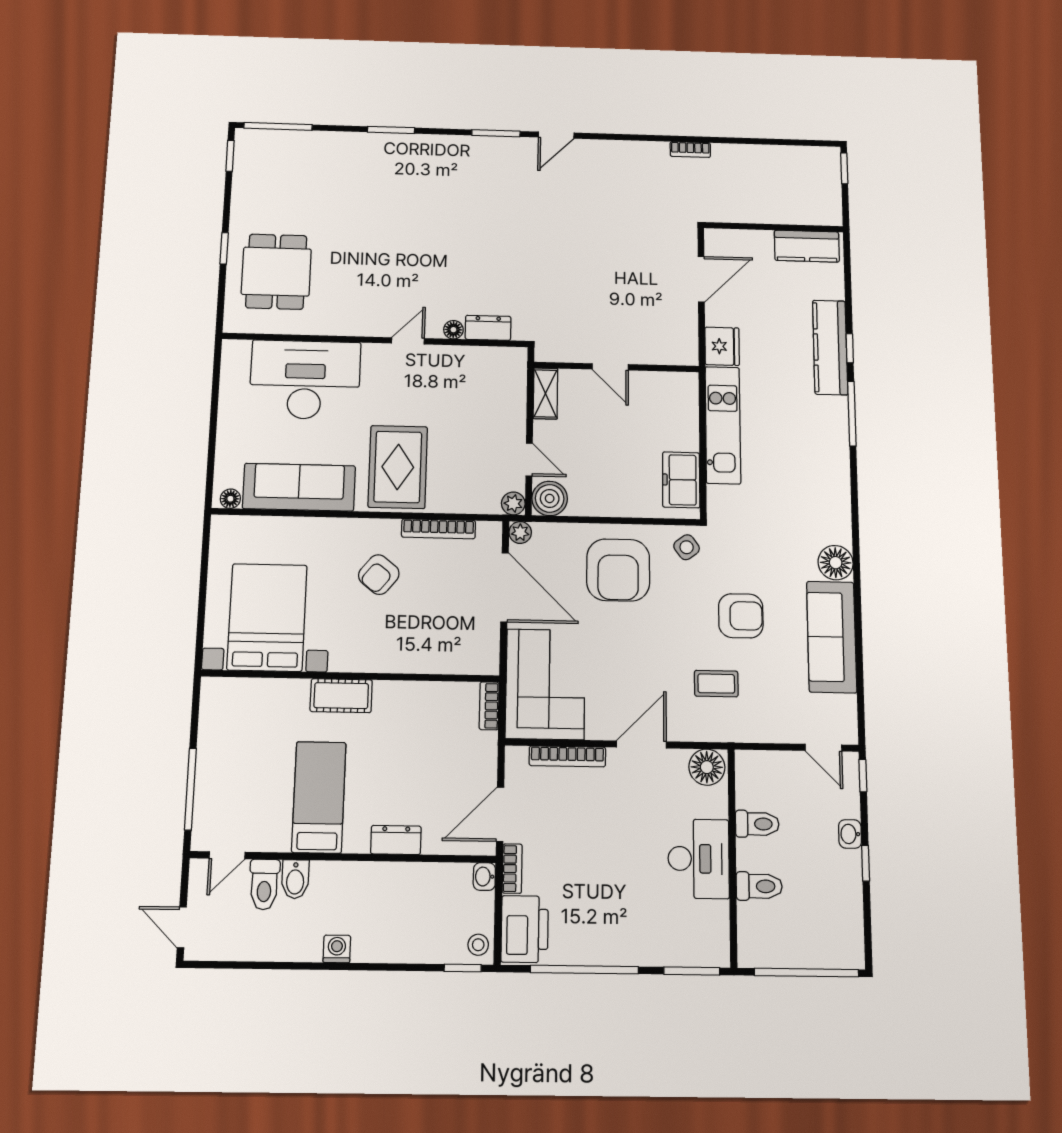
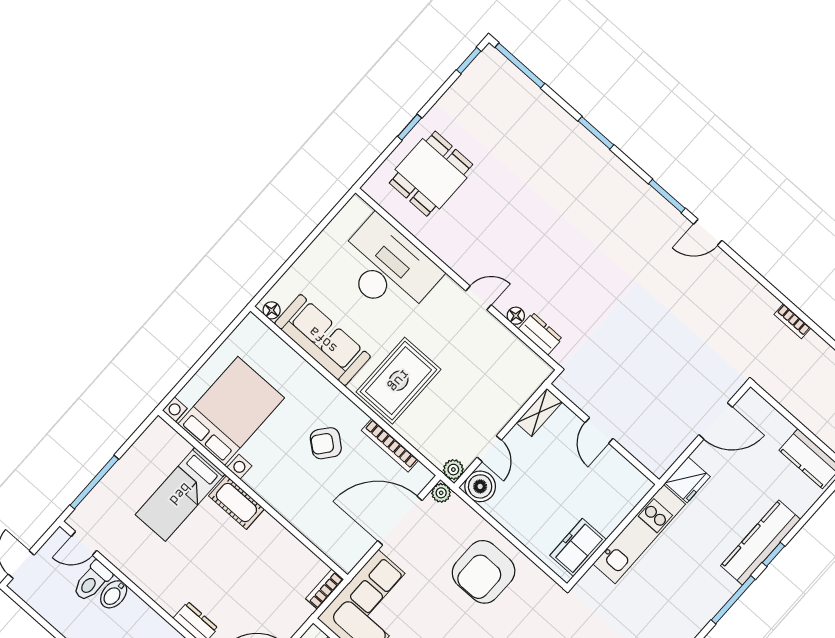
side table: (687, 547) -> (542, 595), removed
door: (504, 587) -> (400, 521), swing flipped
bed: (319, 797) -> (180, 494), moved, turned 180

